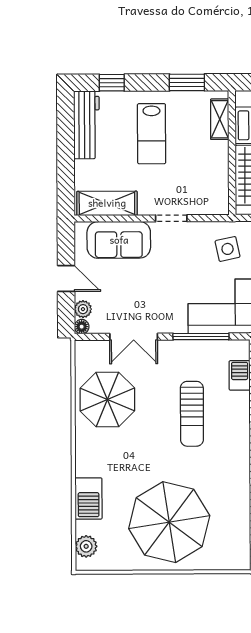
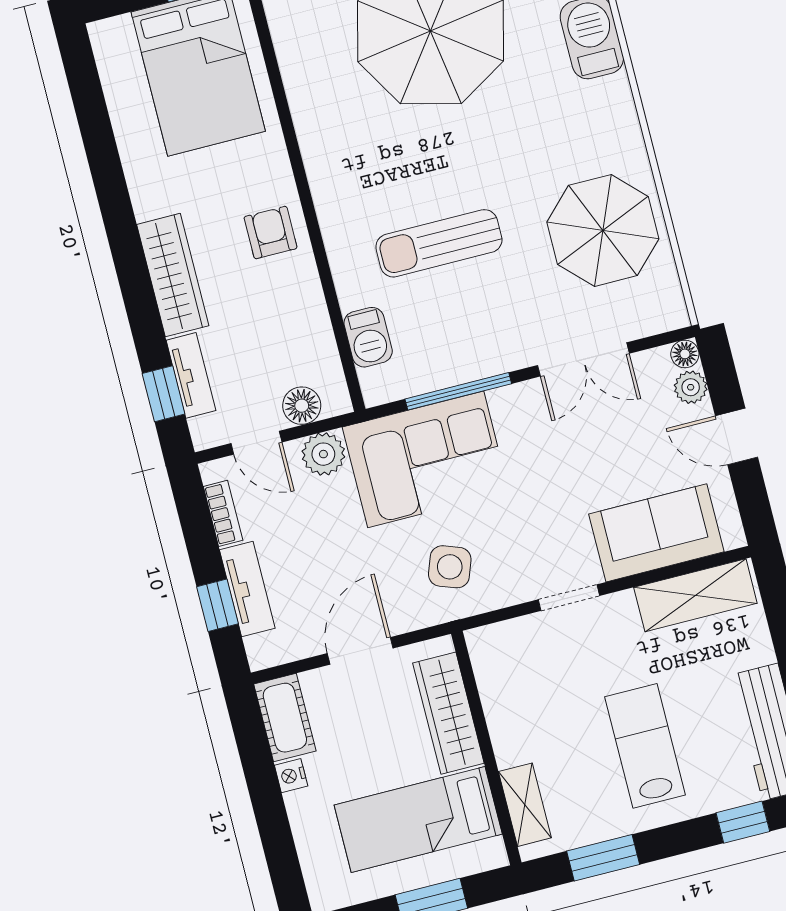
side table: (228, 249) -> (450, 567), turned 32
double door: (134, 337) -> (583, 359), swing flipped
sun lounger: (192, 414) -> (439, 243), turned -90

